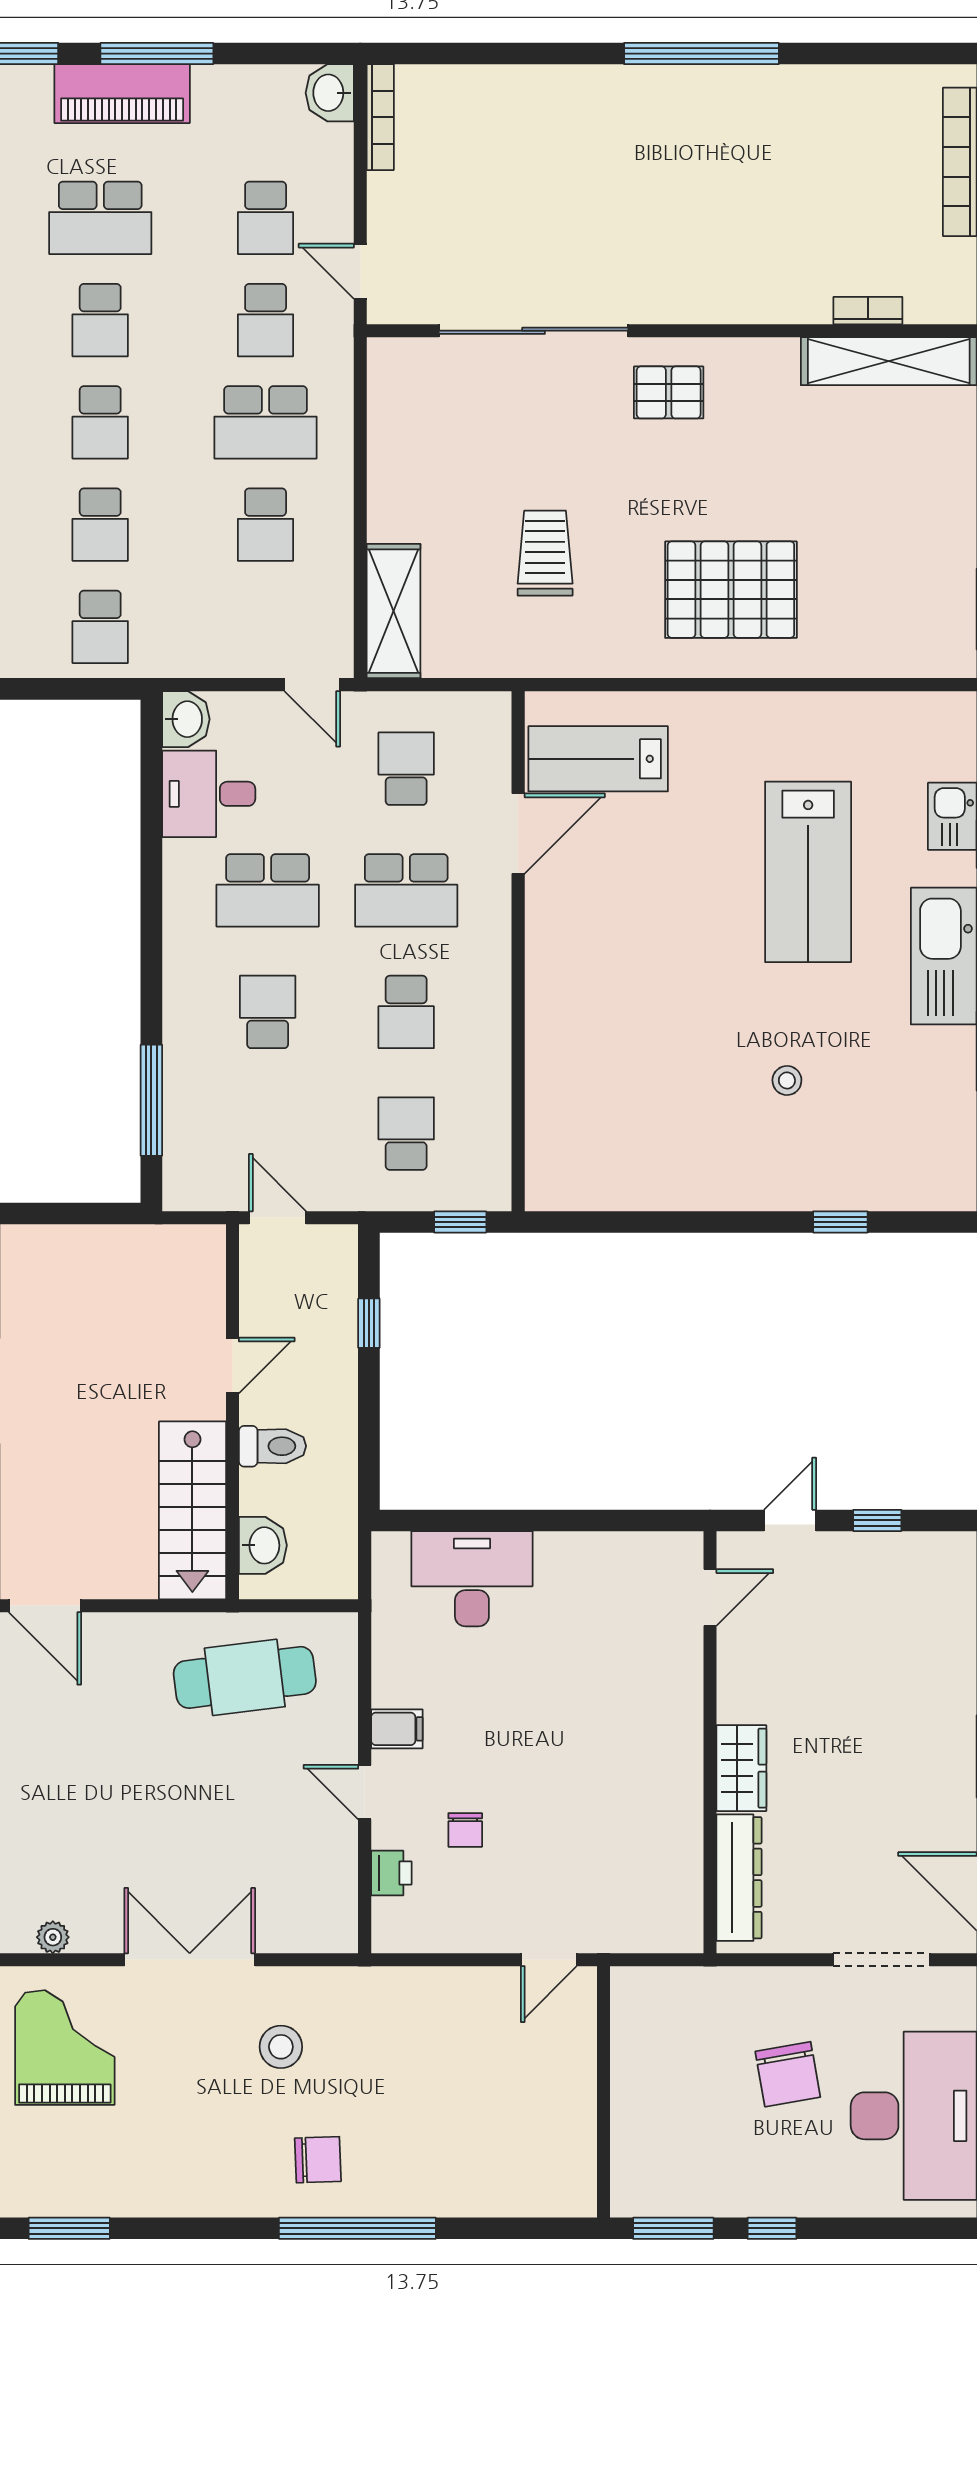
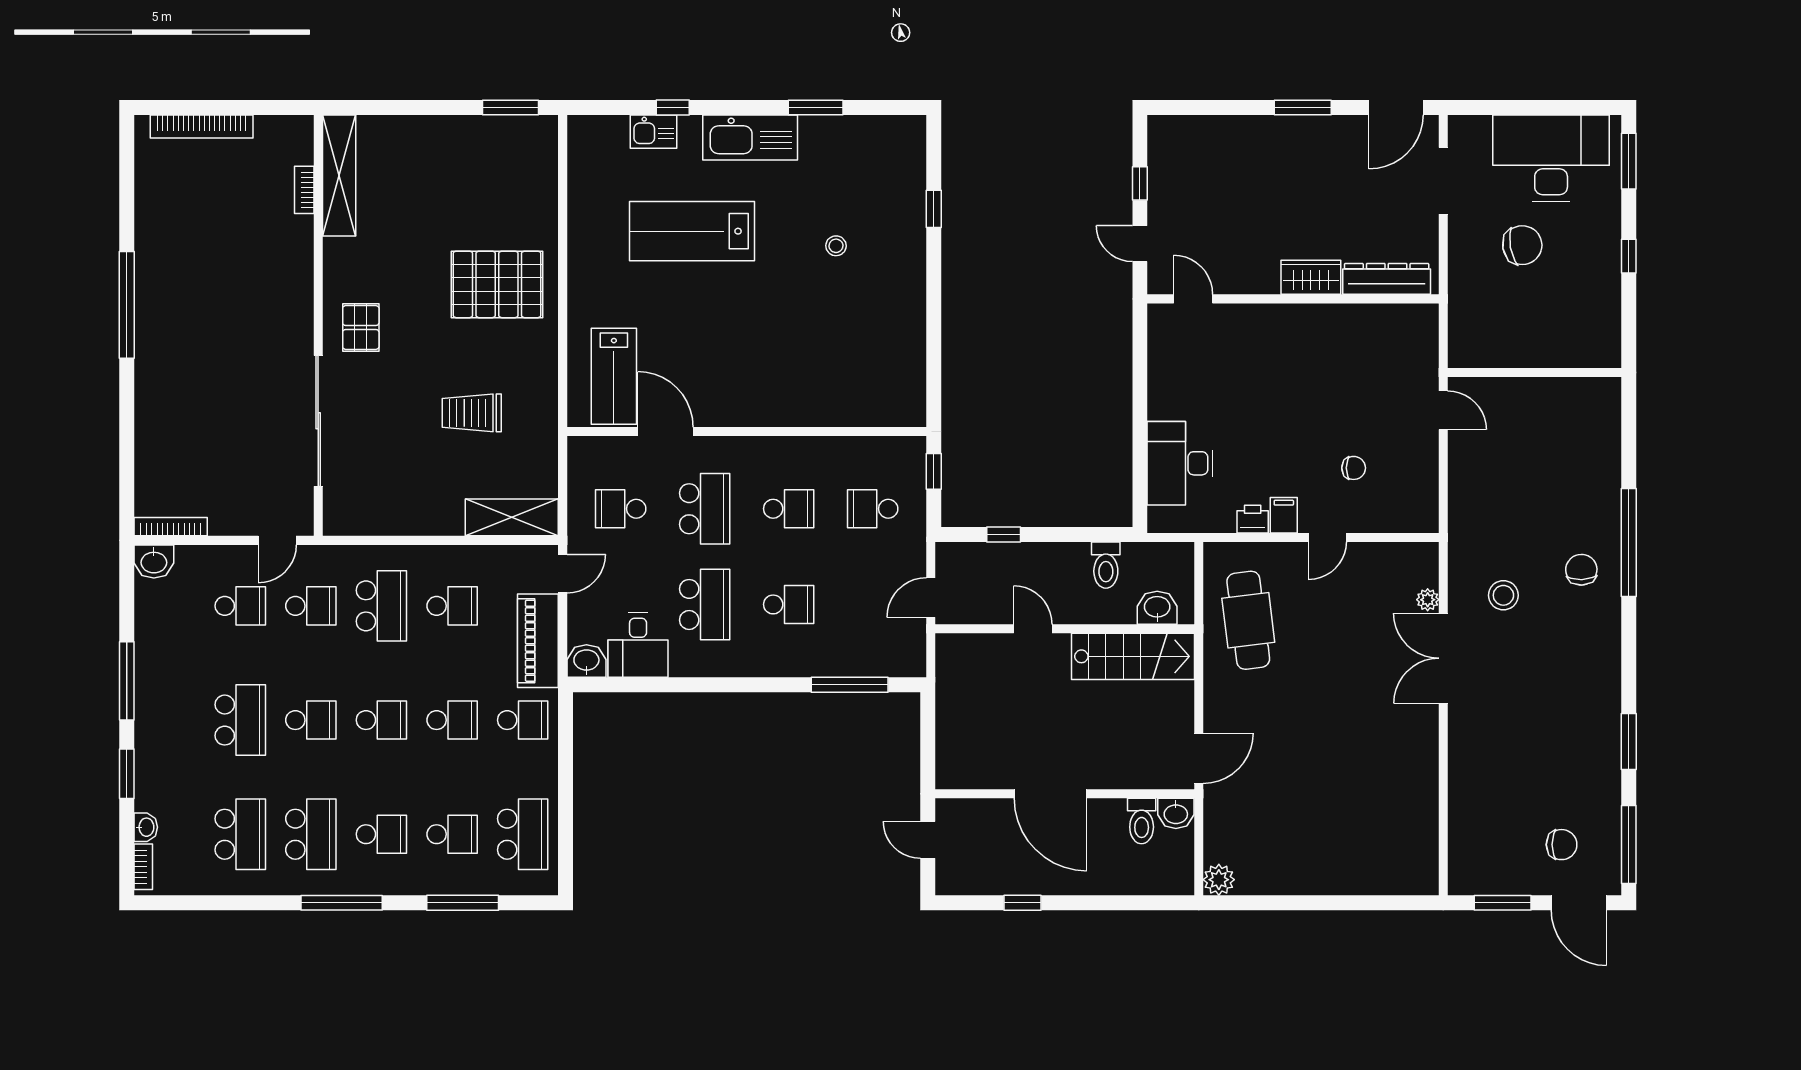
piano: (122, 94) -> (538, 641), moved, turned 180
pallet: (731, 590) -> (497, 284), turned 90
lab bench: (808, 872) -> (692, 231), turned 180
school desk: (268, 1012) -> (789, 604), turned 180
toilet: (272, 1446) -> (1106, 565), moved, turned 180
printer: (391, 1873) -> (1253, 519), moved
plant: (53, 1937) -> (1428, 600), moved
grand piano: (65, 2048) -> (1504, 745), removed
window: (673, 2228) -> (1629, 161), moved

